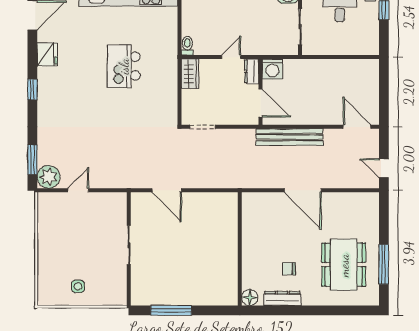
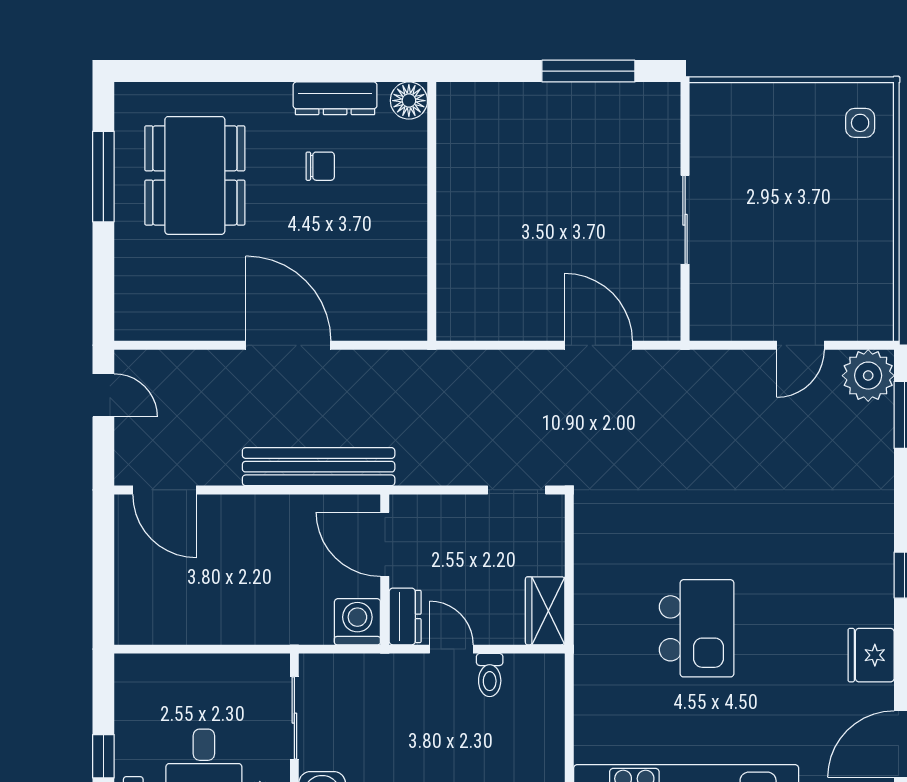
toilet: (187, 46) -> (490, 675), moved
door: (231, 57) -> (451, 649), swing flipped
side table: (78, 286) -> (860, 123), moved

